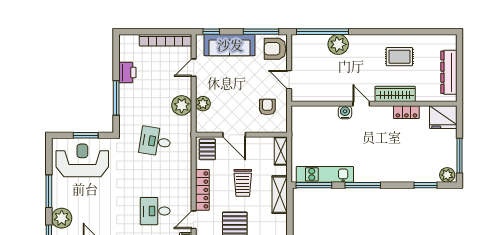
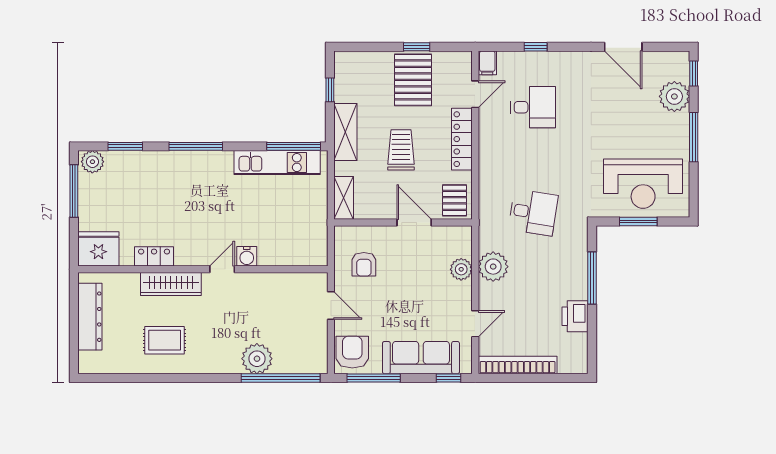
armchair: (275, 49) -> (352, 352), turned -90
door: (361, 104) -> (222, 269), swing flipped
window: (363, 185) -> (196, 146), moved
window: (290, 223) -> (330, 90), added

